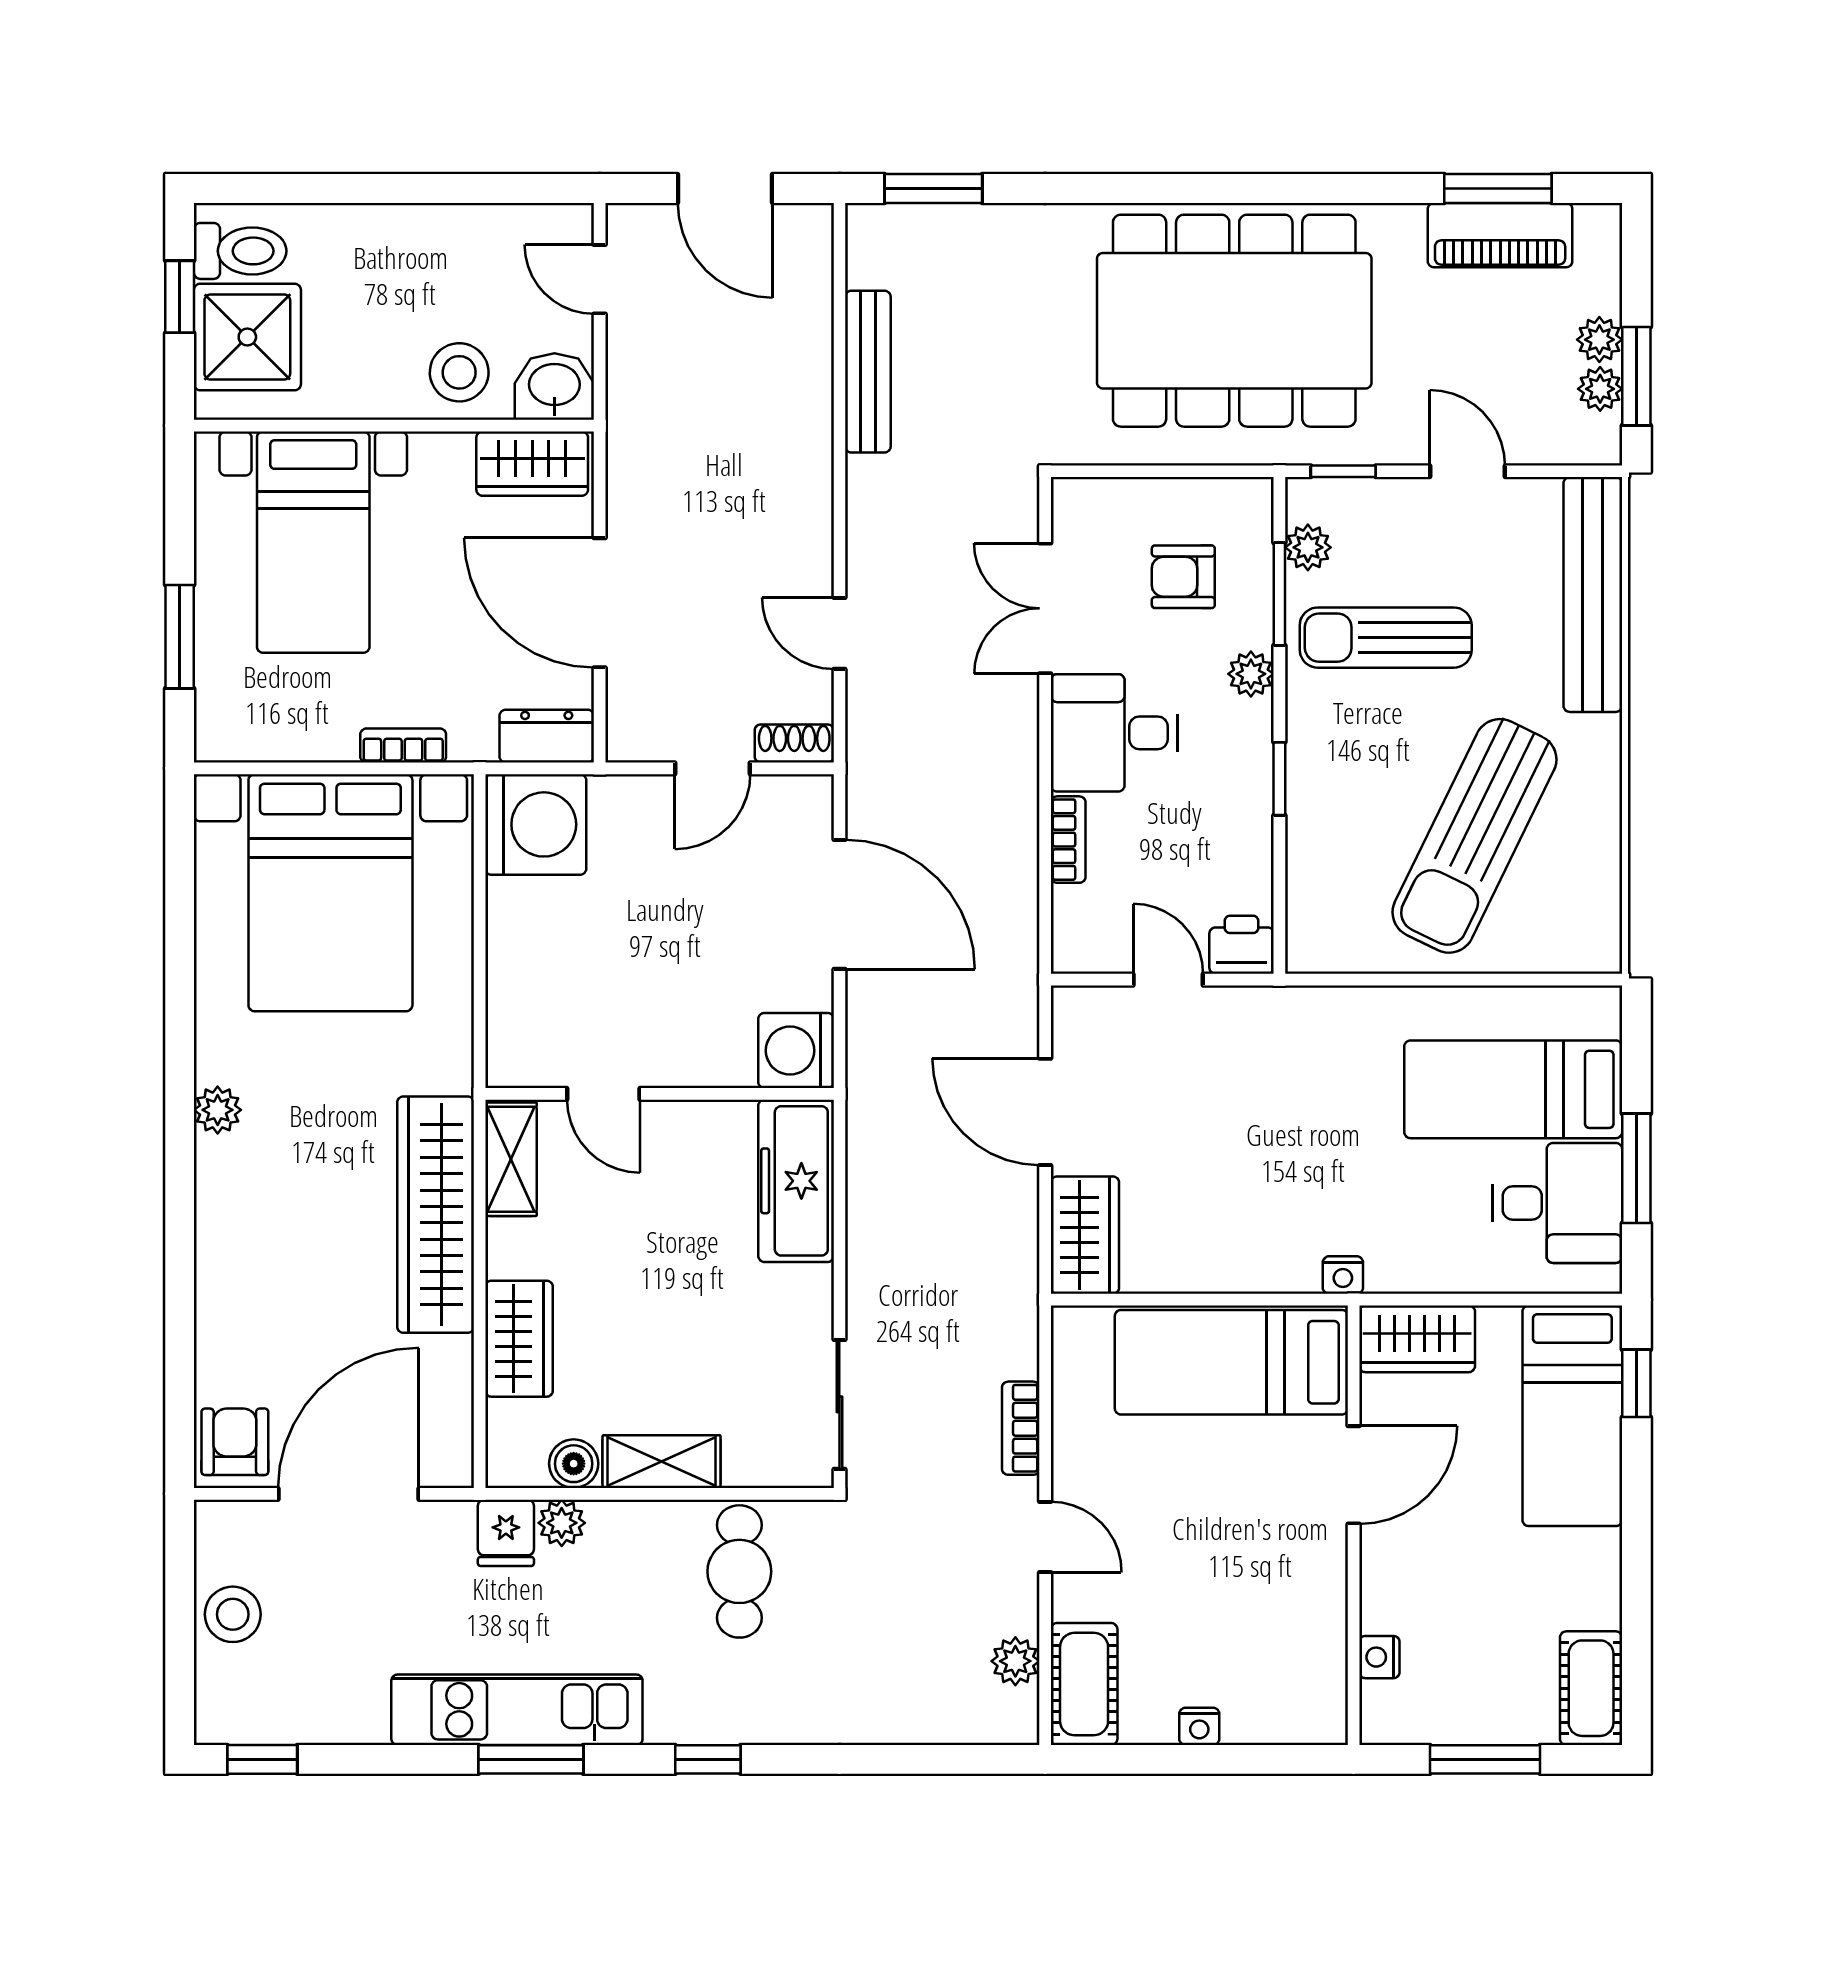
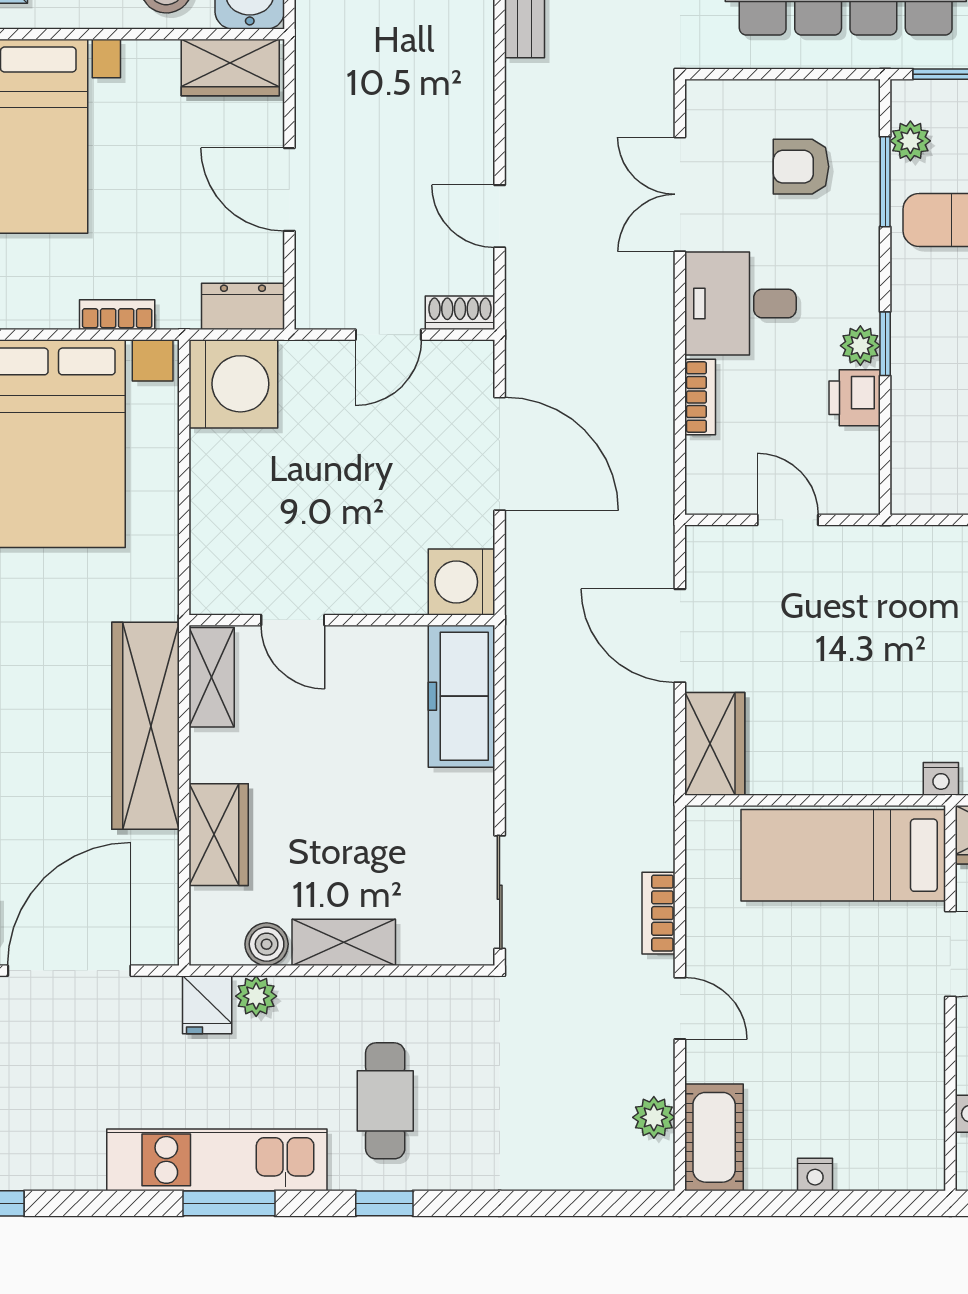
door: (600, 603) -> (289, 190), width x0.73
plant: (1251, 674) -> (860, 346), moved
printer: (1242, 945) -> (855, 398), moved, turned -90
cafe table: (739, 1571) -> (385, 1101), moved

